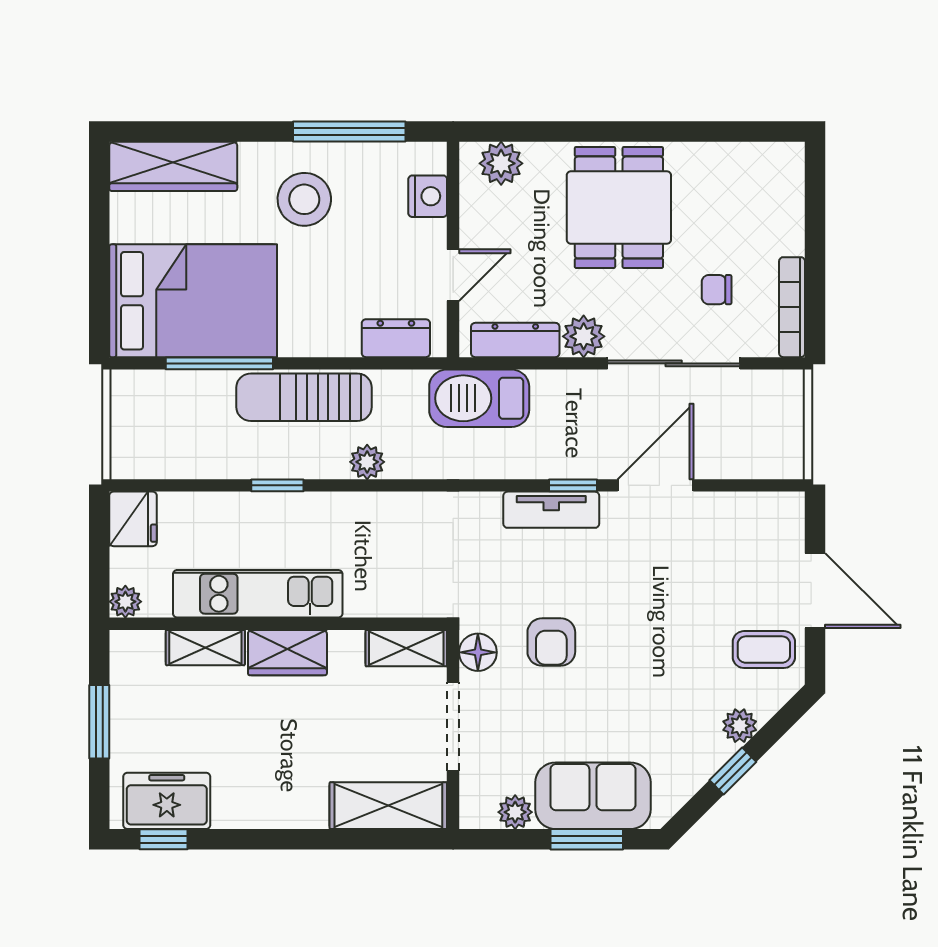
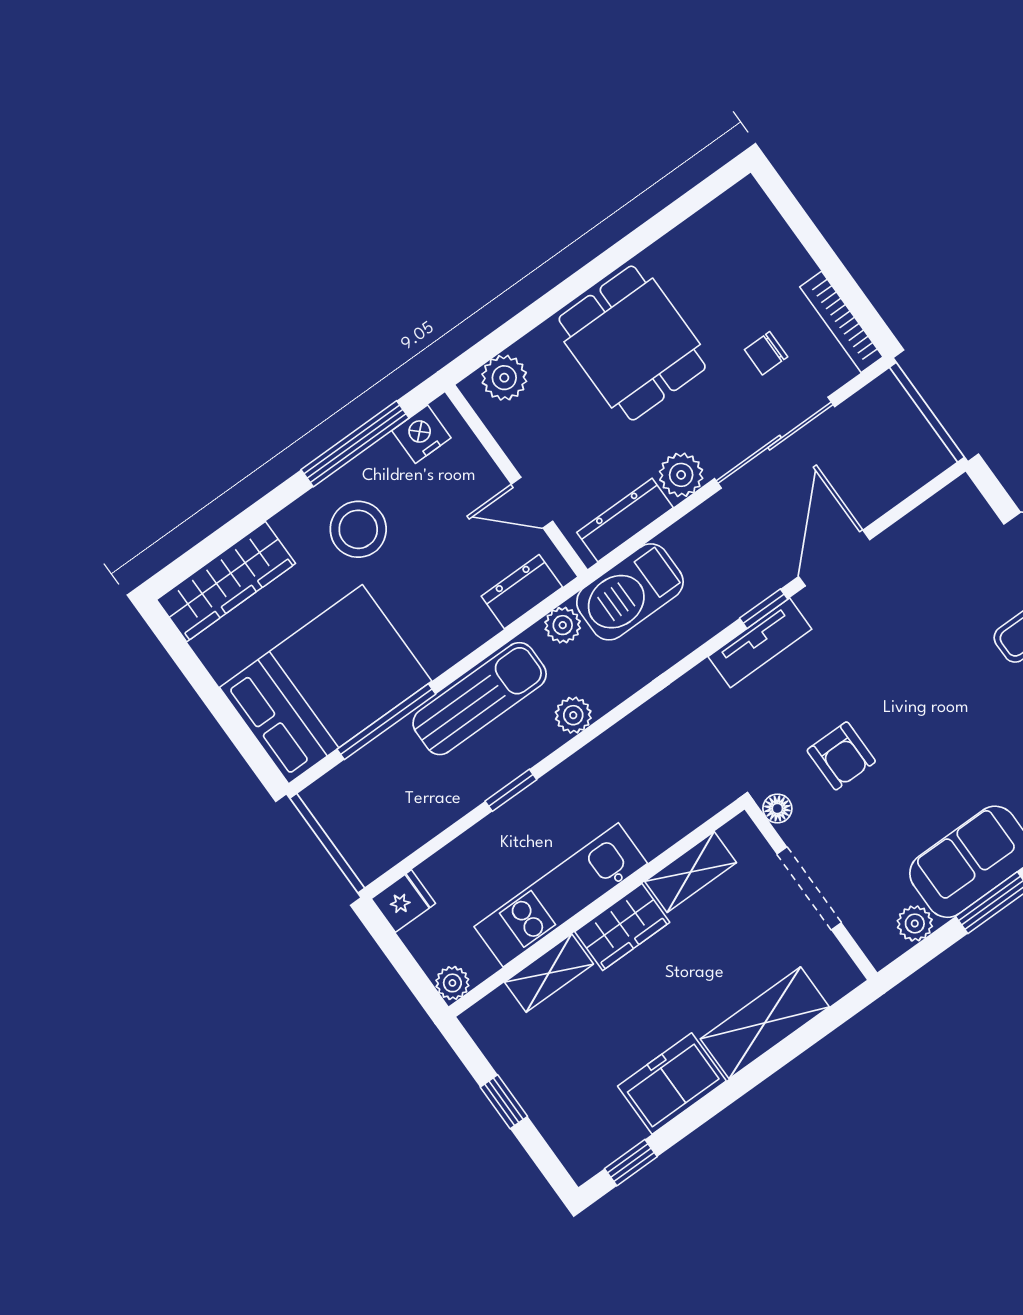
nightstand: (428, 196) -> (421, 434), moved, turned -90
door: (453, 275) -> (532, 503), swing flipped
plant: (409, 387) -> (563, 625), added
sun lounger: (304, 397) -> (480, 699), turned 180
fridge: (133, 519) -> (403, 901), width x0.72
shelving: (406, 648) -> (691, 872), moved
floor lamp: (478, 652) -> (777, 808), width x0.73, depth x0.73
window: (99, 722) -> (504, 1102), width x0.67
freezer: (167, 801) -> (672, 1083), moved
shelving: (388, 806) -> (765, 1023), moved

